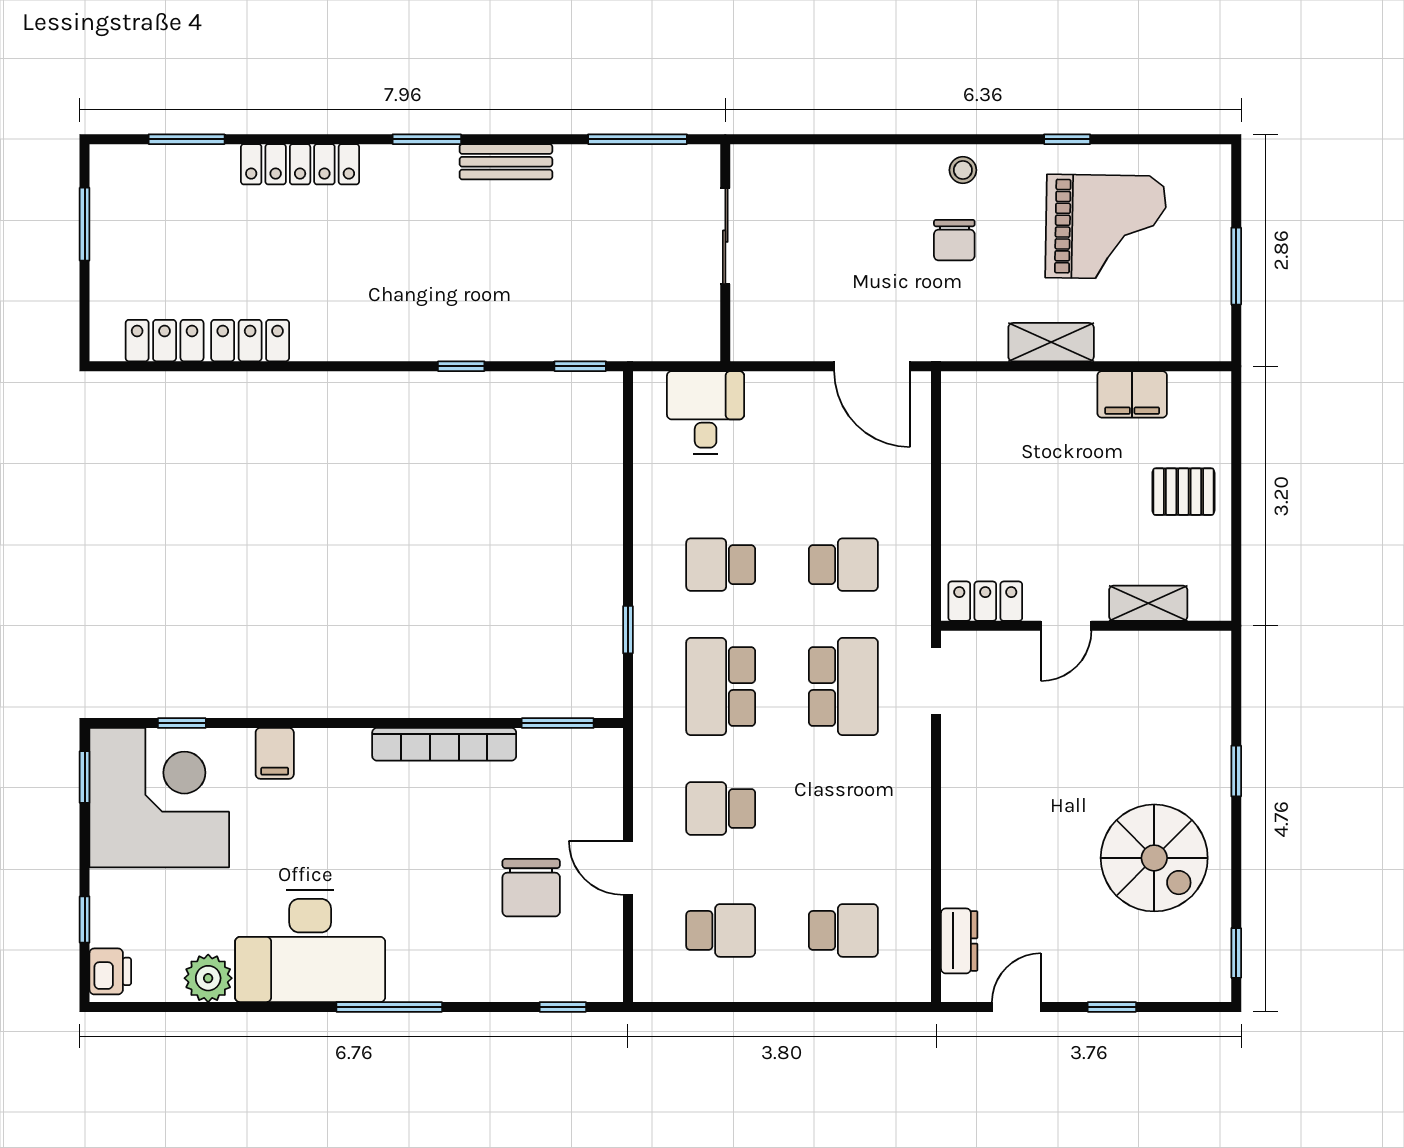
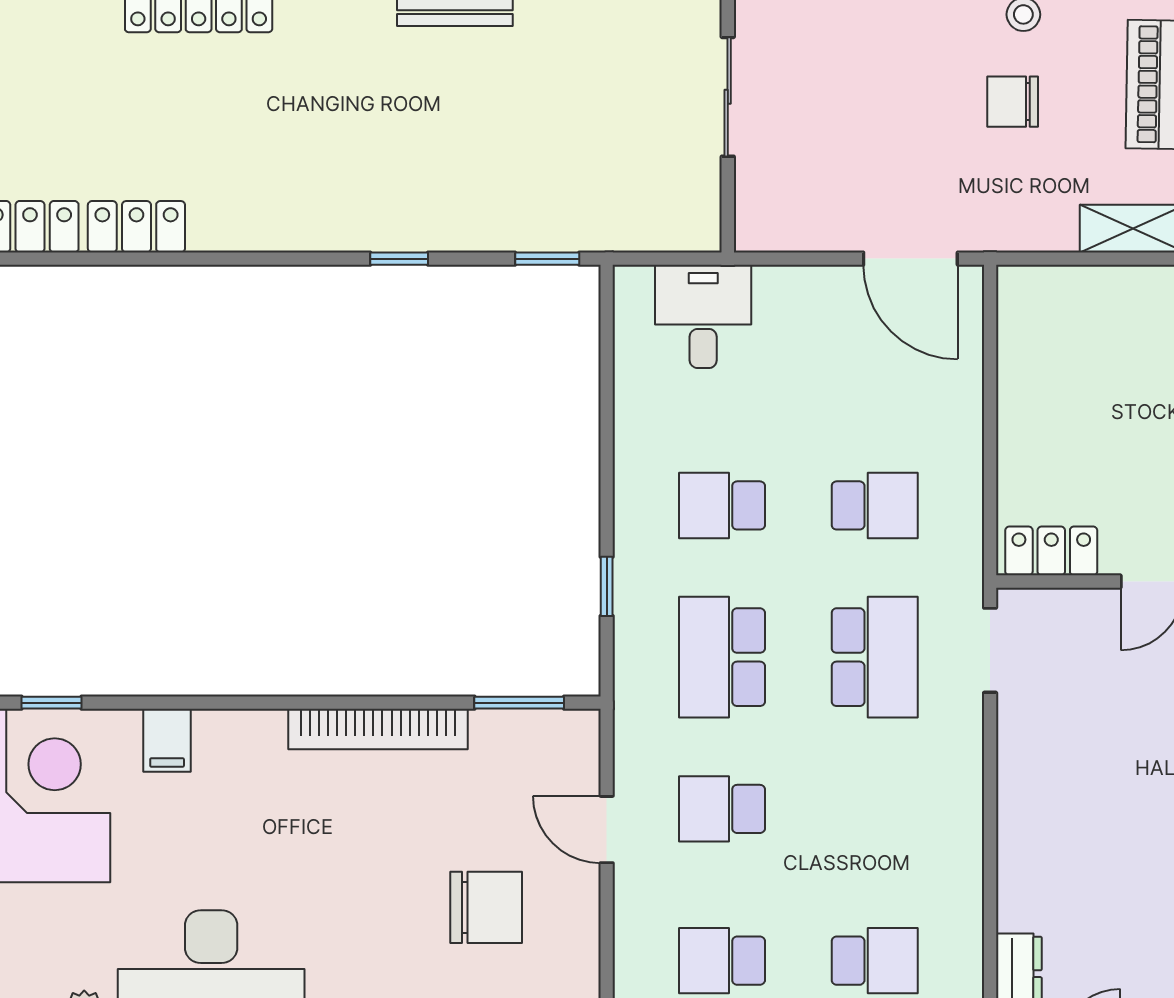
chair: (954, 240) -> (1013, 102), turned 90
door: (628, 868) -> (607, 830), moved
chair: (531, 888) -> (486, 907), turned -90
school desk: (721, 930) -> (722, 961), turned 180

